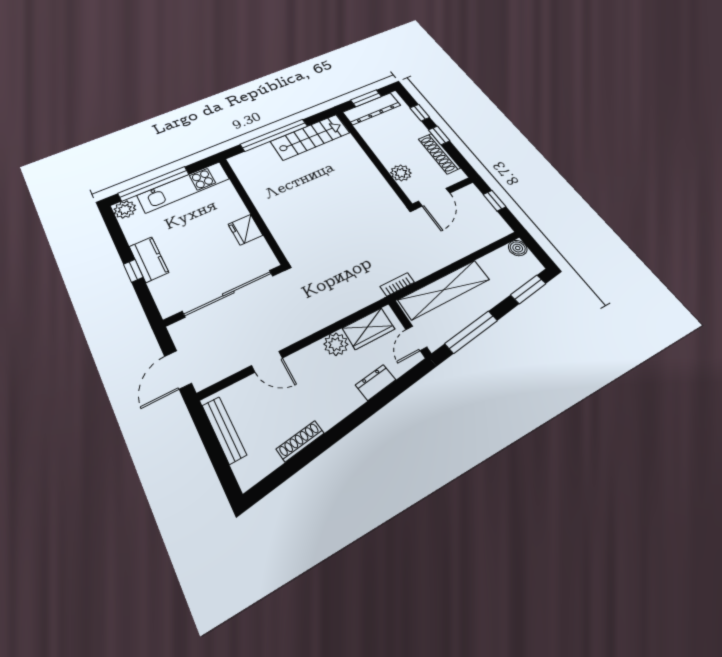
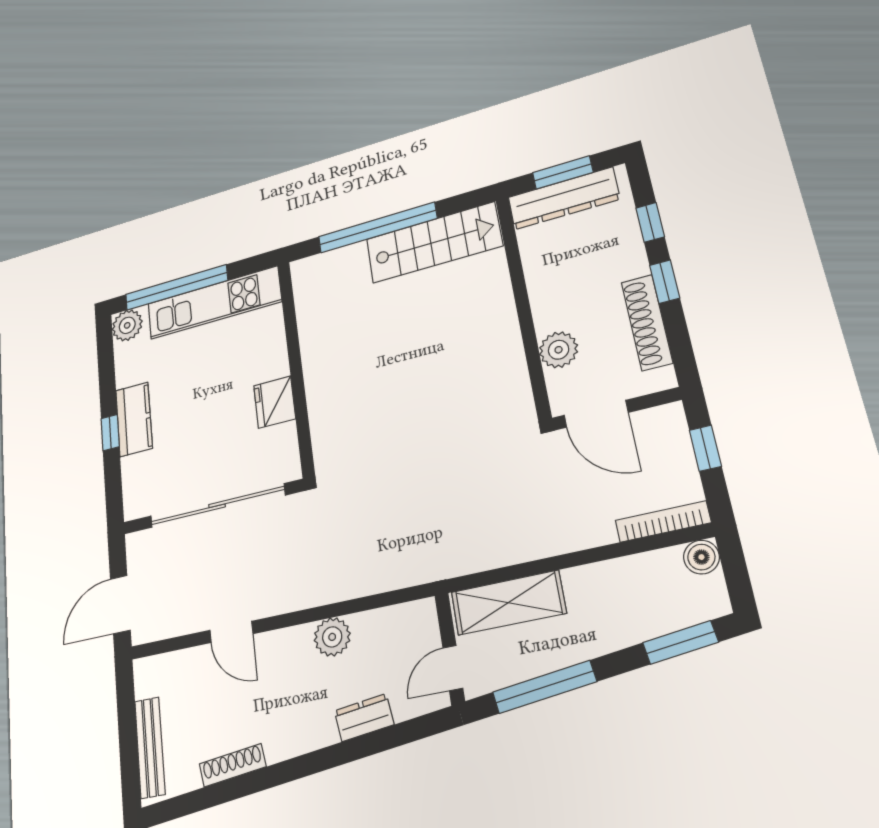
door: (434, 197) -> (596, 414), hinge flipped
bookcase: (397, 284) -> (663, 522), moved, width x1.56
shelving: (444, 290) -> (508, 603), width x0.68
wardrobe: (368, 329) -> (388, 627), removed
bench: (224, 430) -> (150, 747), moved

